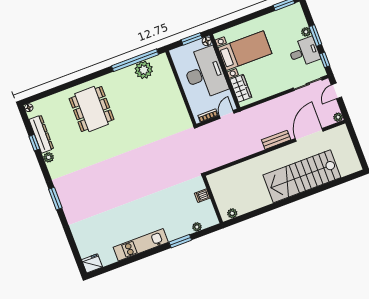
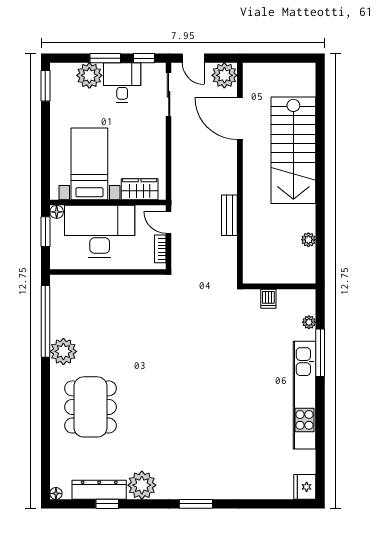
plant: (306, 32) -> (89, 75), width x1.88, depth x1.88
plant: (144, 70) -> (63, 351), moved
dining table: (92, 109) -> (90, 407), turned 90
plant: (338, 117) -> (224, 75), width x1.88, depth x1.88
bench: (276, 140) -> (229, 215), moved
plant: (49, 157) -> (142, 485), width x1.87, depth x1.87
plant: (232, 213) -> (308, 240), moved
window: (180, 241) -> (320, 353), width x1.44
kitchen unit: (141, 245) -> (304, 395), width x1.36

